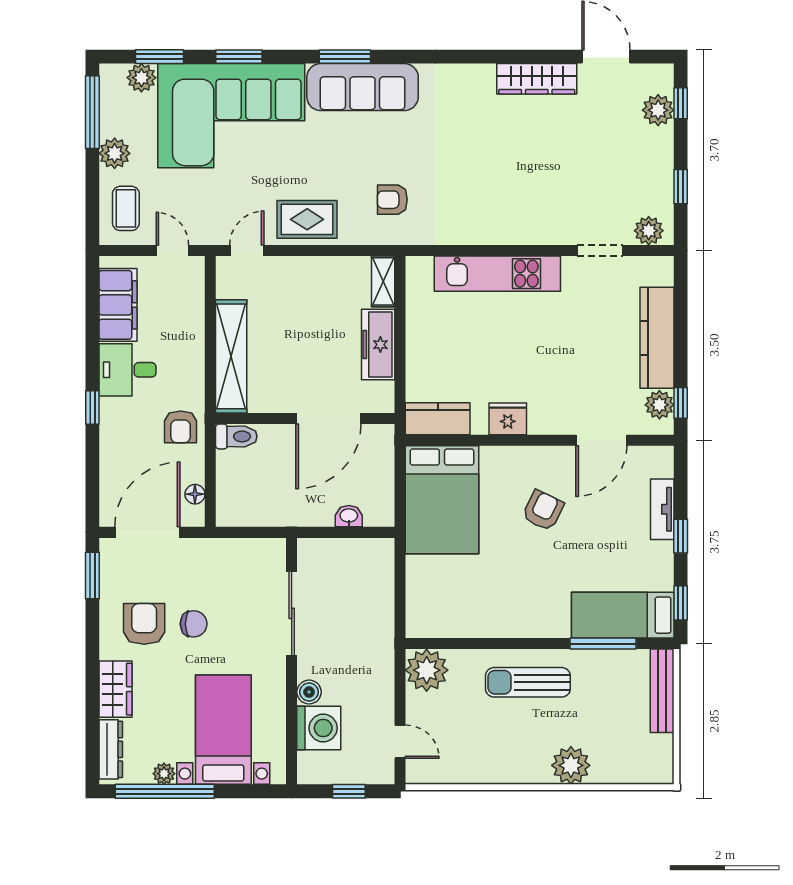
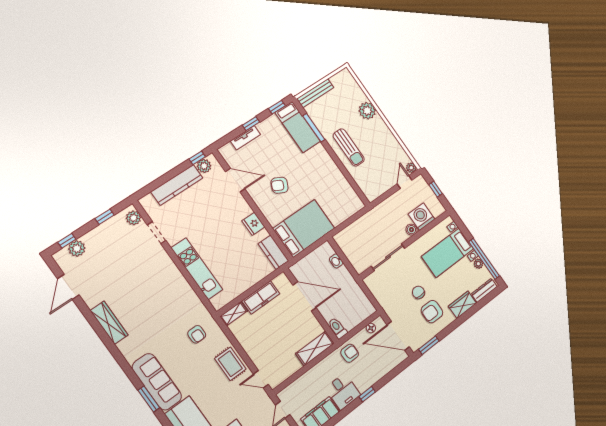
wardrobe: (537, 79) -> (109, 323), moved
shelving: (231, 356) -> (315, 348), width x0.68
plant: (427, 670) -> (411, 168), moved, width x0.53, depth x0.53

